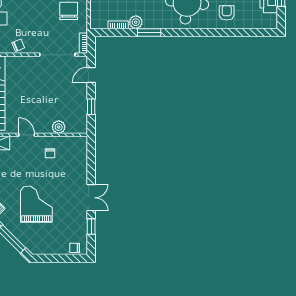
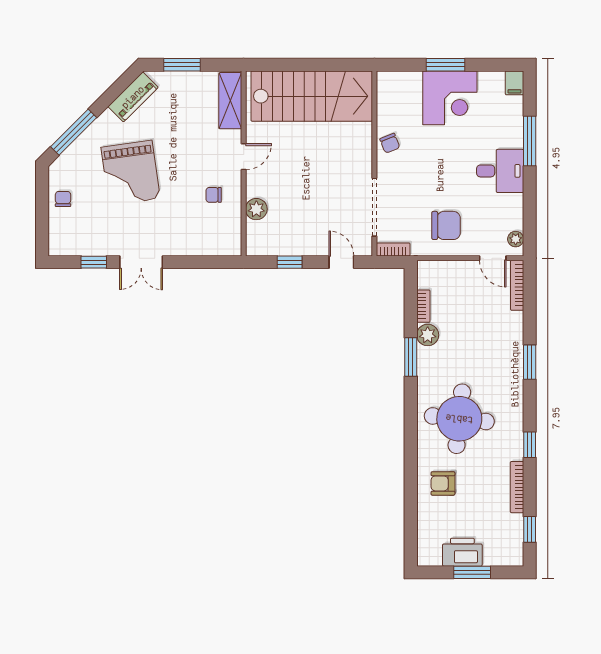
armchair: (227, 13) -> (443, 483), turned 180
grand piano: (36, 204) -> (131, 173), turned 82
chair: (75, 248) -> (63, 199), moved

